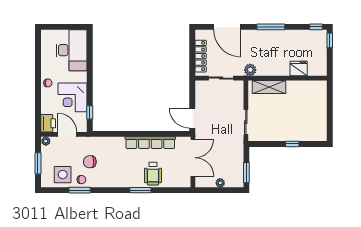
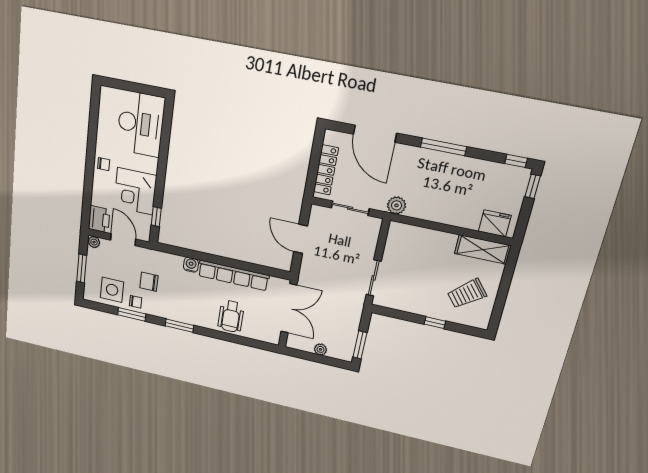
fridge: (299, 68) -> (495, 223), moved
shelving: (269, 87) -> (483, 249), moved
door: (192, 118) -> (301, 239), moved
trolley: (308, 119) -> (467, 294), added
water cooler: (119, 142) -> (191, 265), added
window: (140, 190) -> (179, 326), moved

